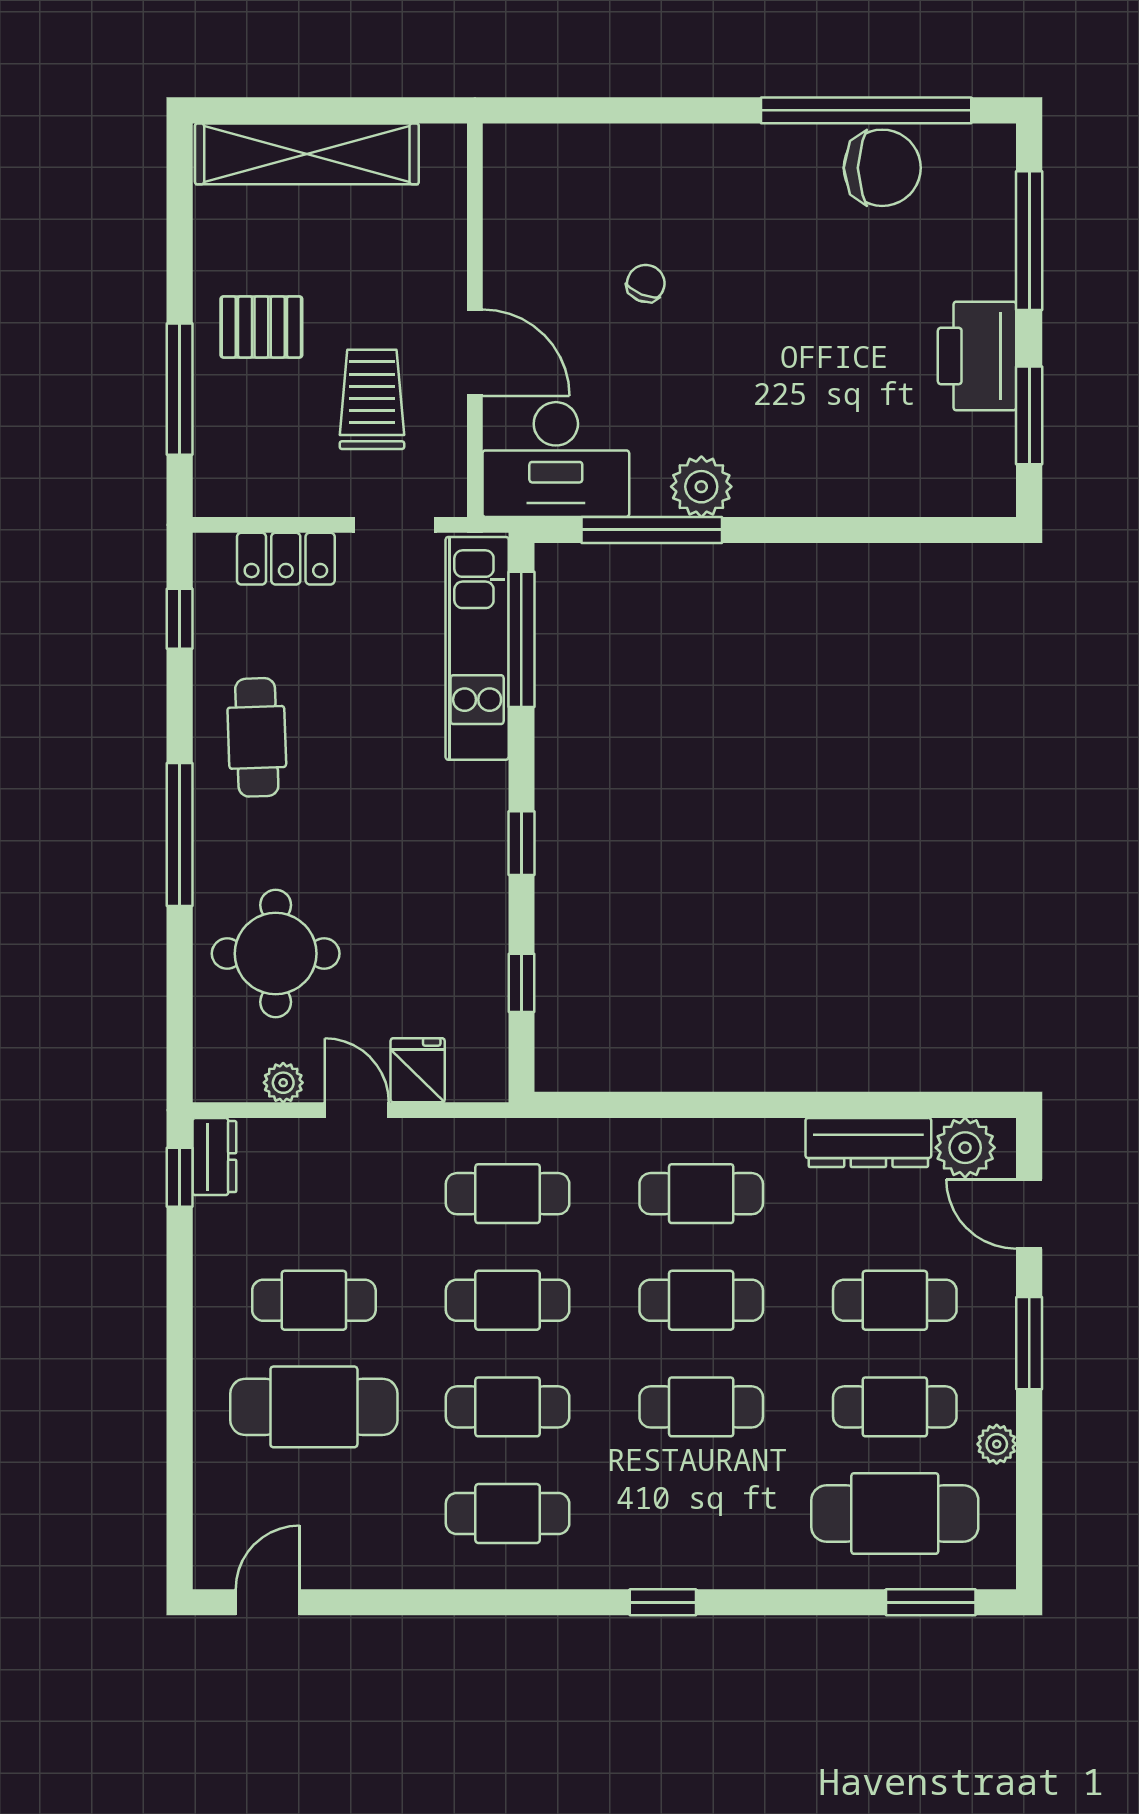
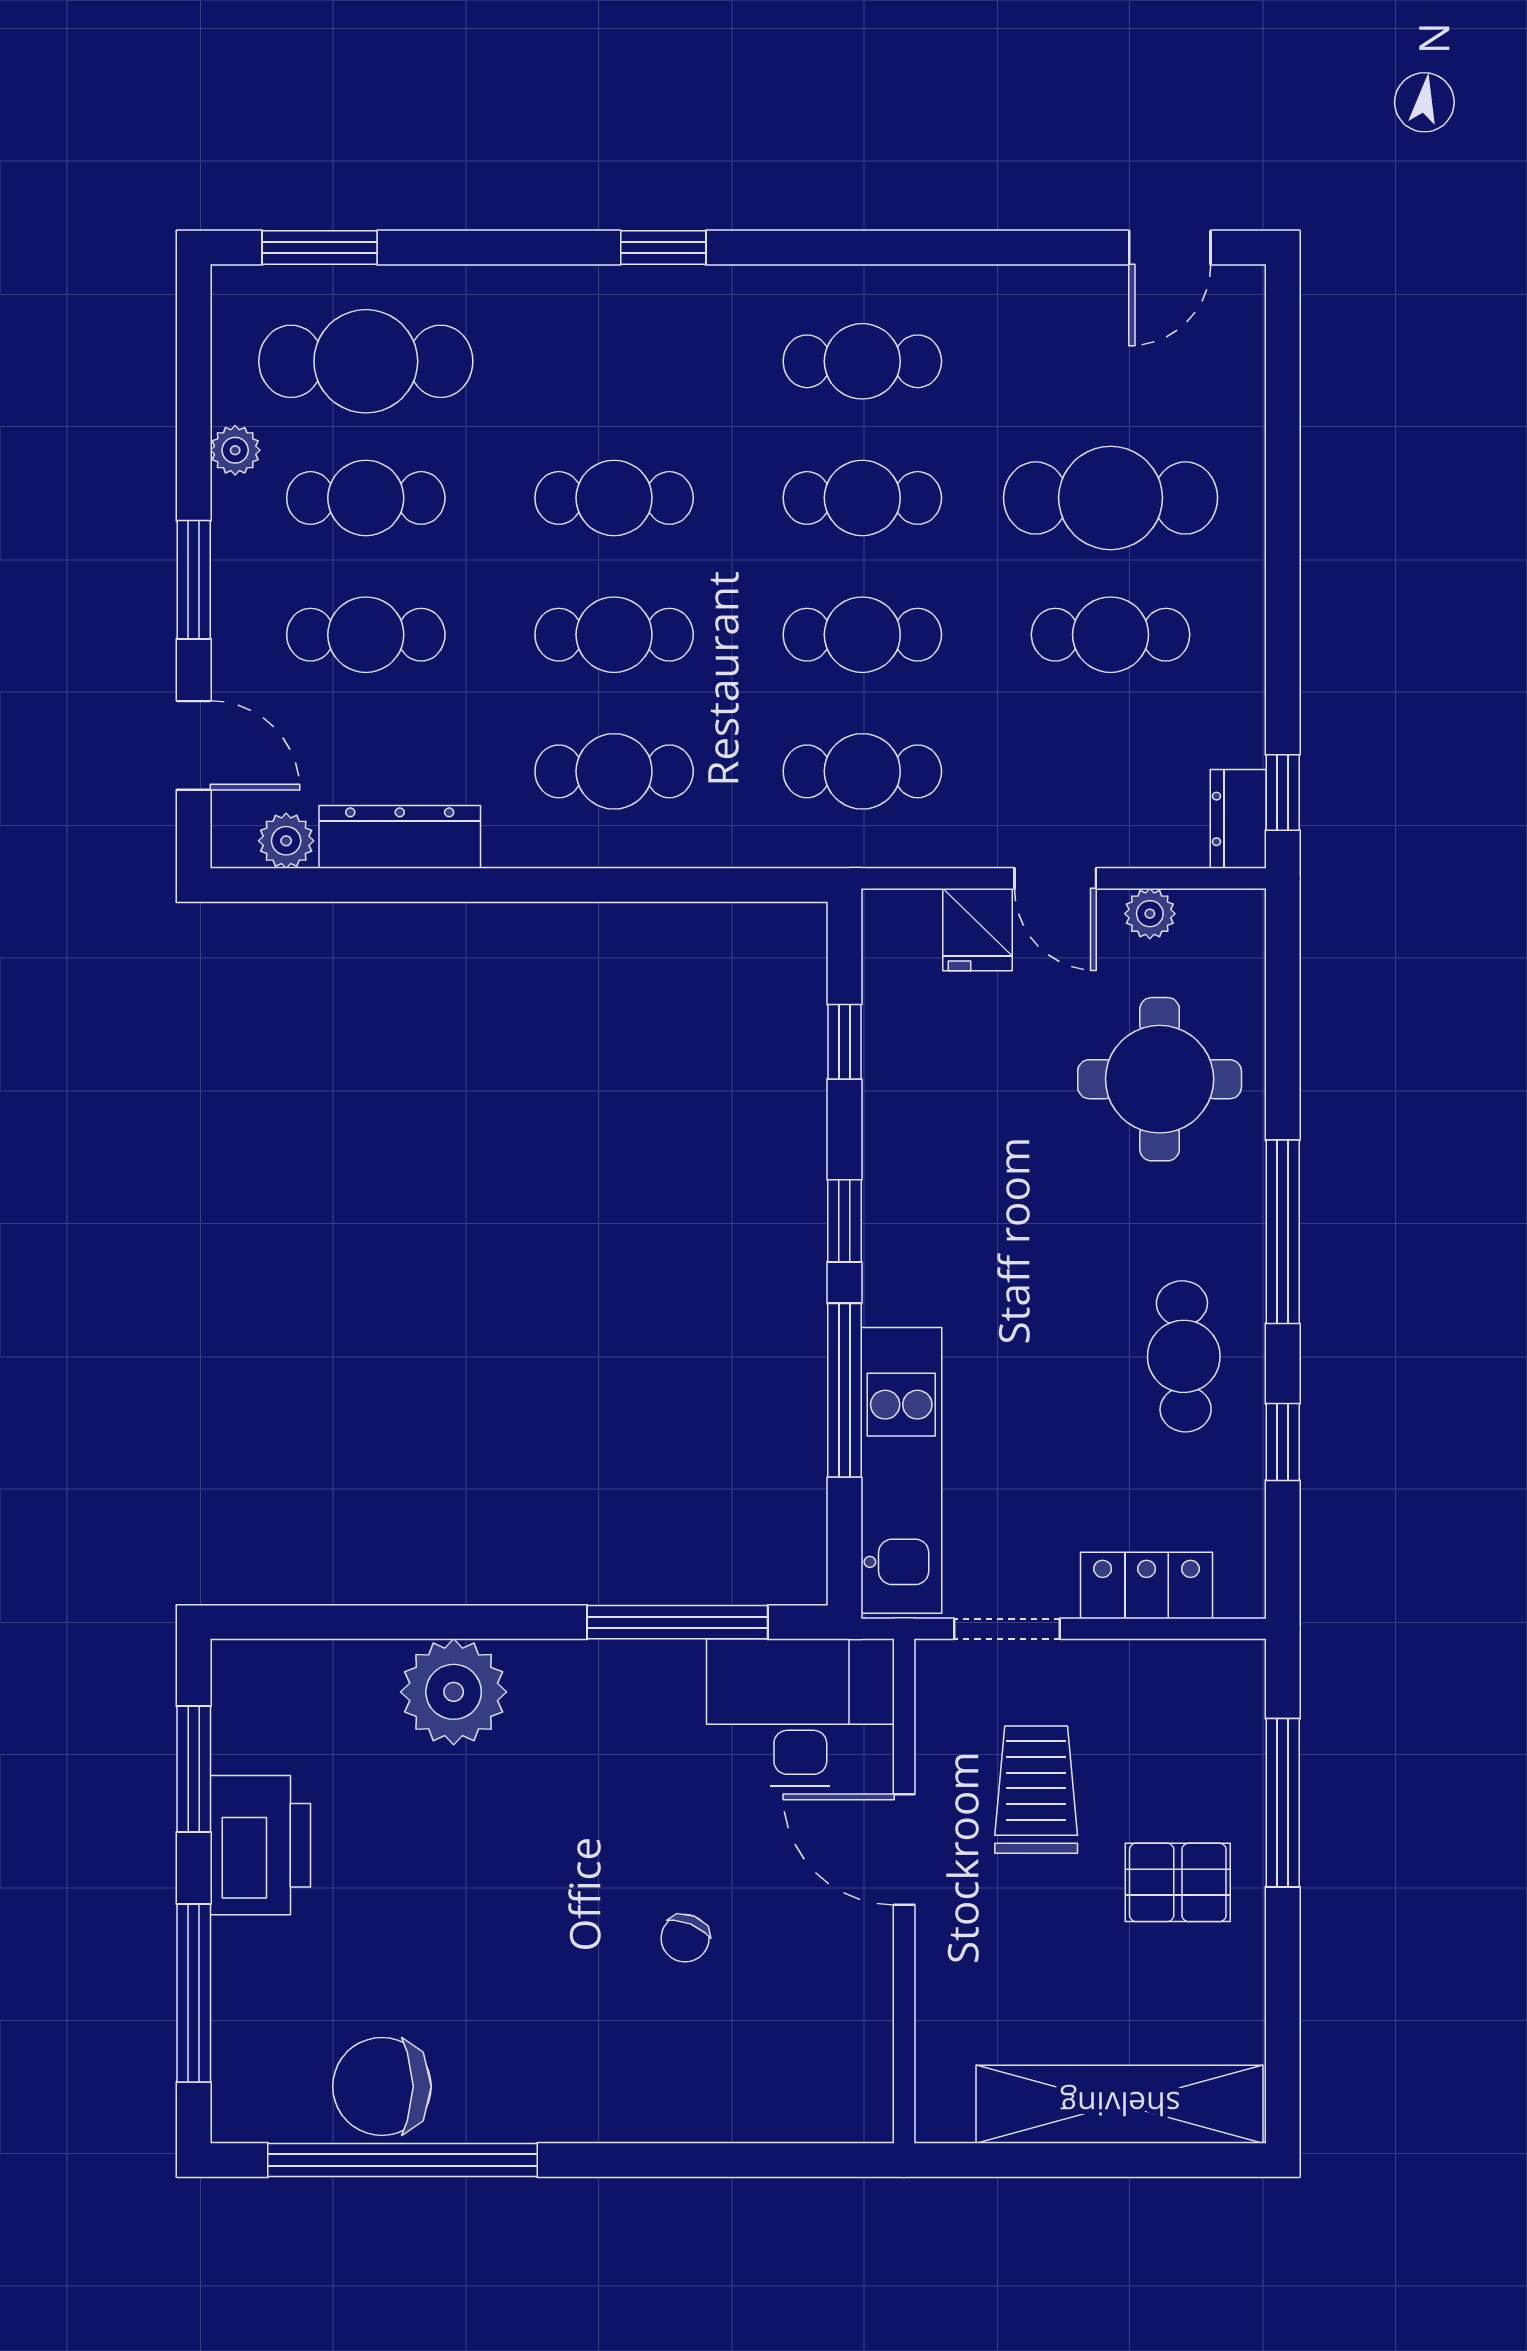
trolley: (372, 399) -> (1036, 1790), turned 180
plant: (701, 487) -> (454, 1692), moved, width x1.36, depth x1.36
window: (180, 619) -> (1283, 1442), moved
window: (521, 639) -> (844, 1390), moved
plant: (965, 1148) -> (286, 841), width x0.73, depth x0.73

